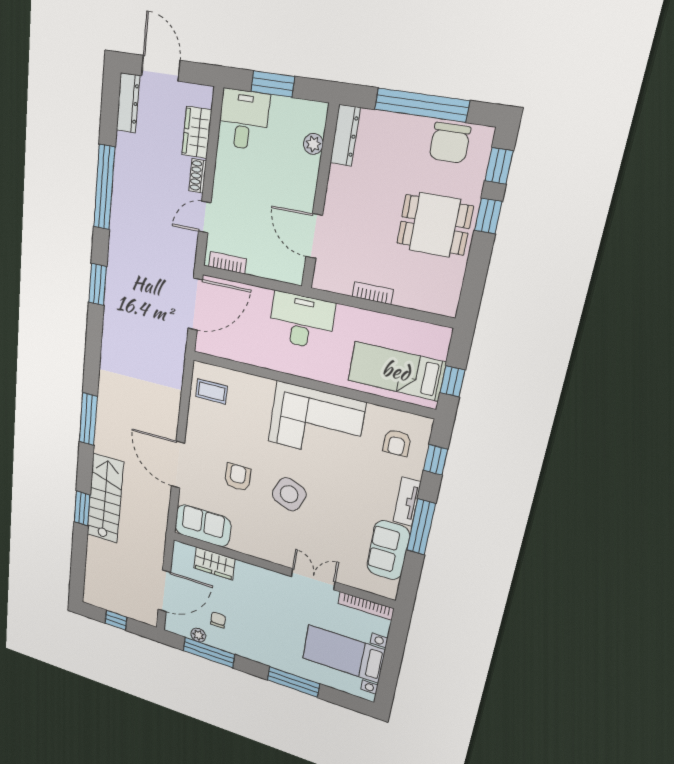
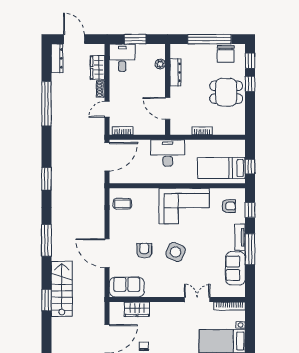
dresser: (345, 135) -> (175, 72), moved
window: (98, 284) -> (46, 179), moved
armchair: (397, 443) -> (229, 206), turned -90

